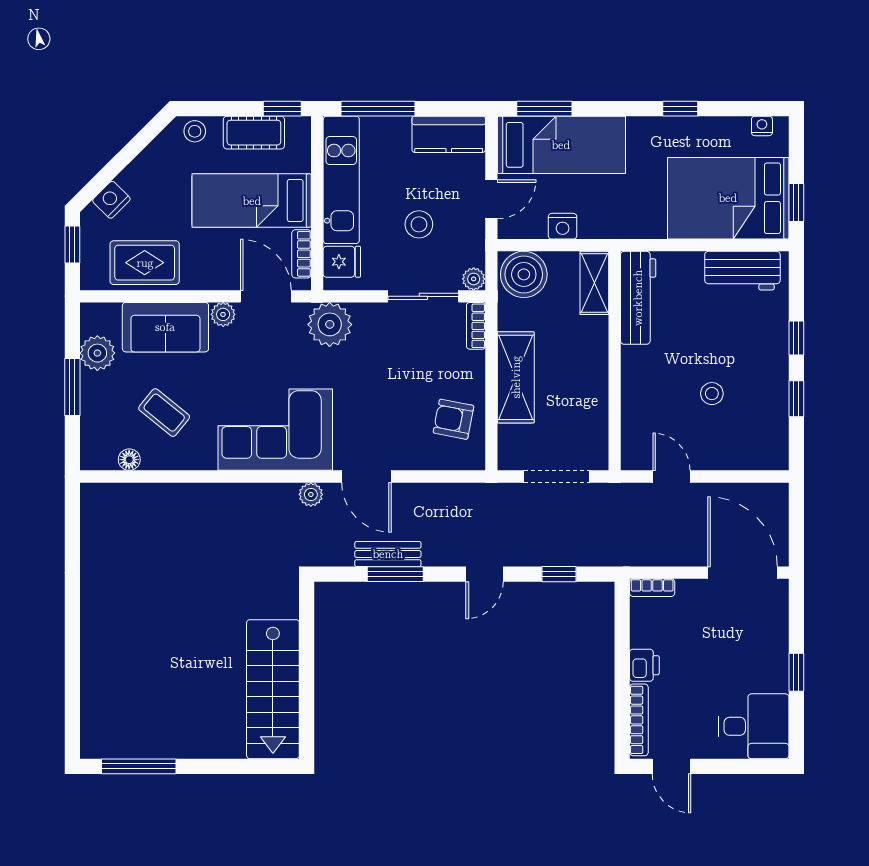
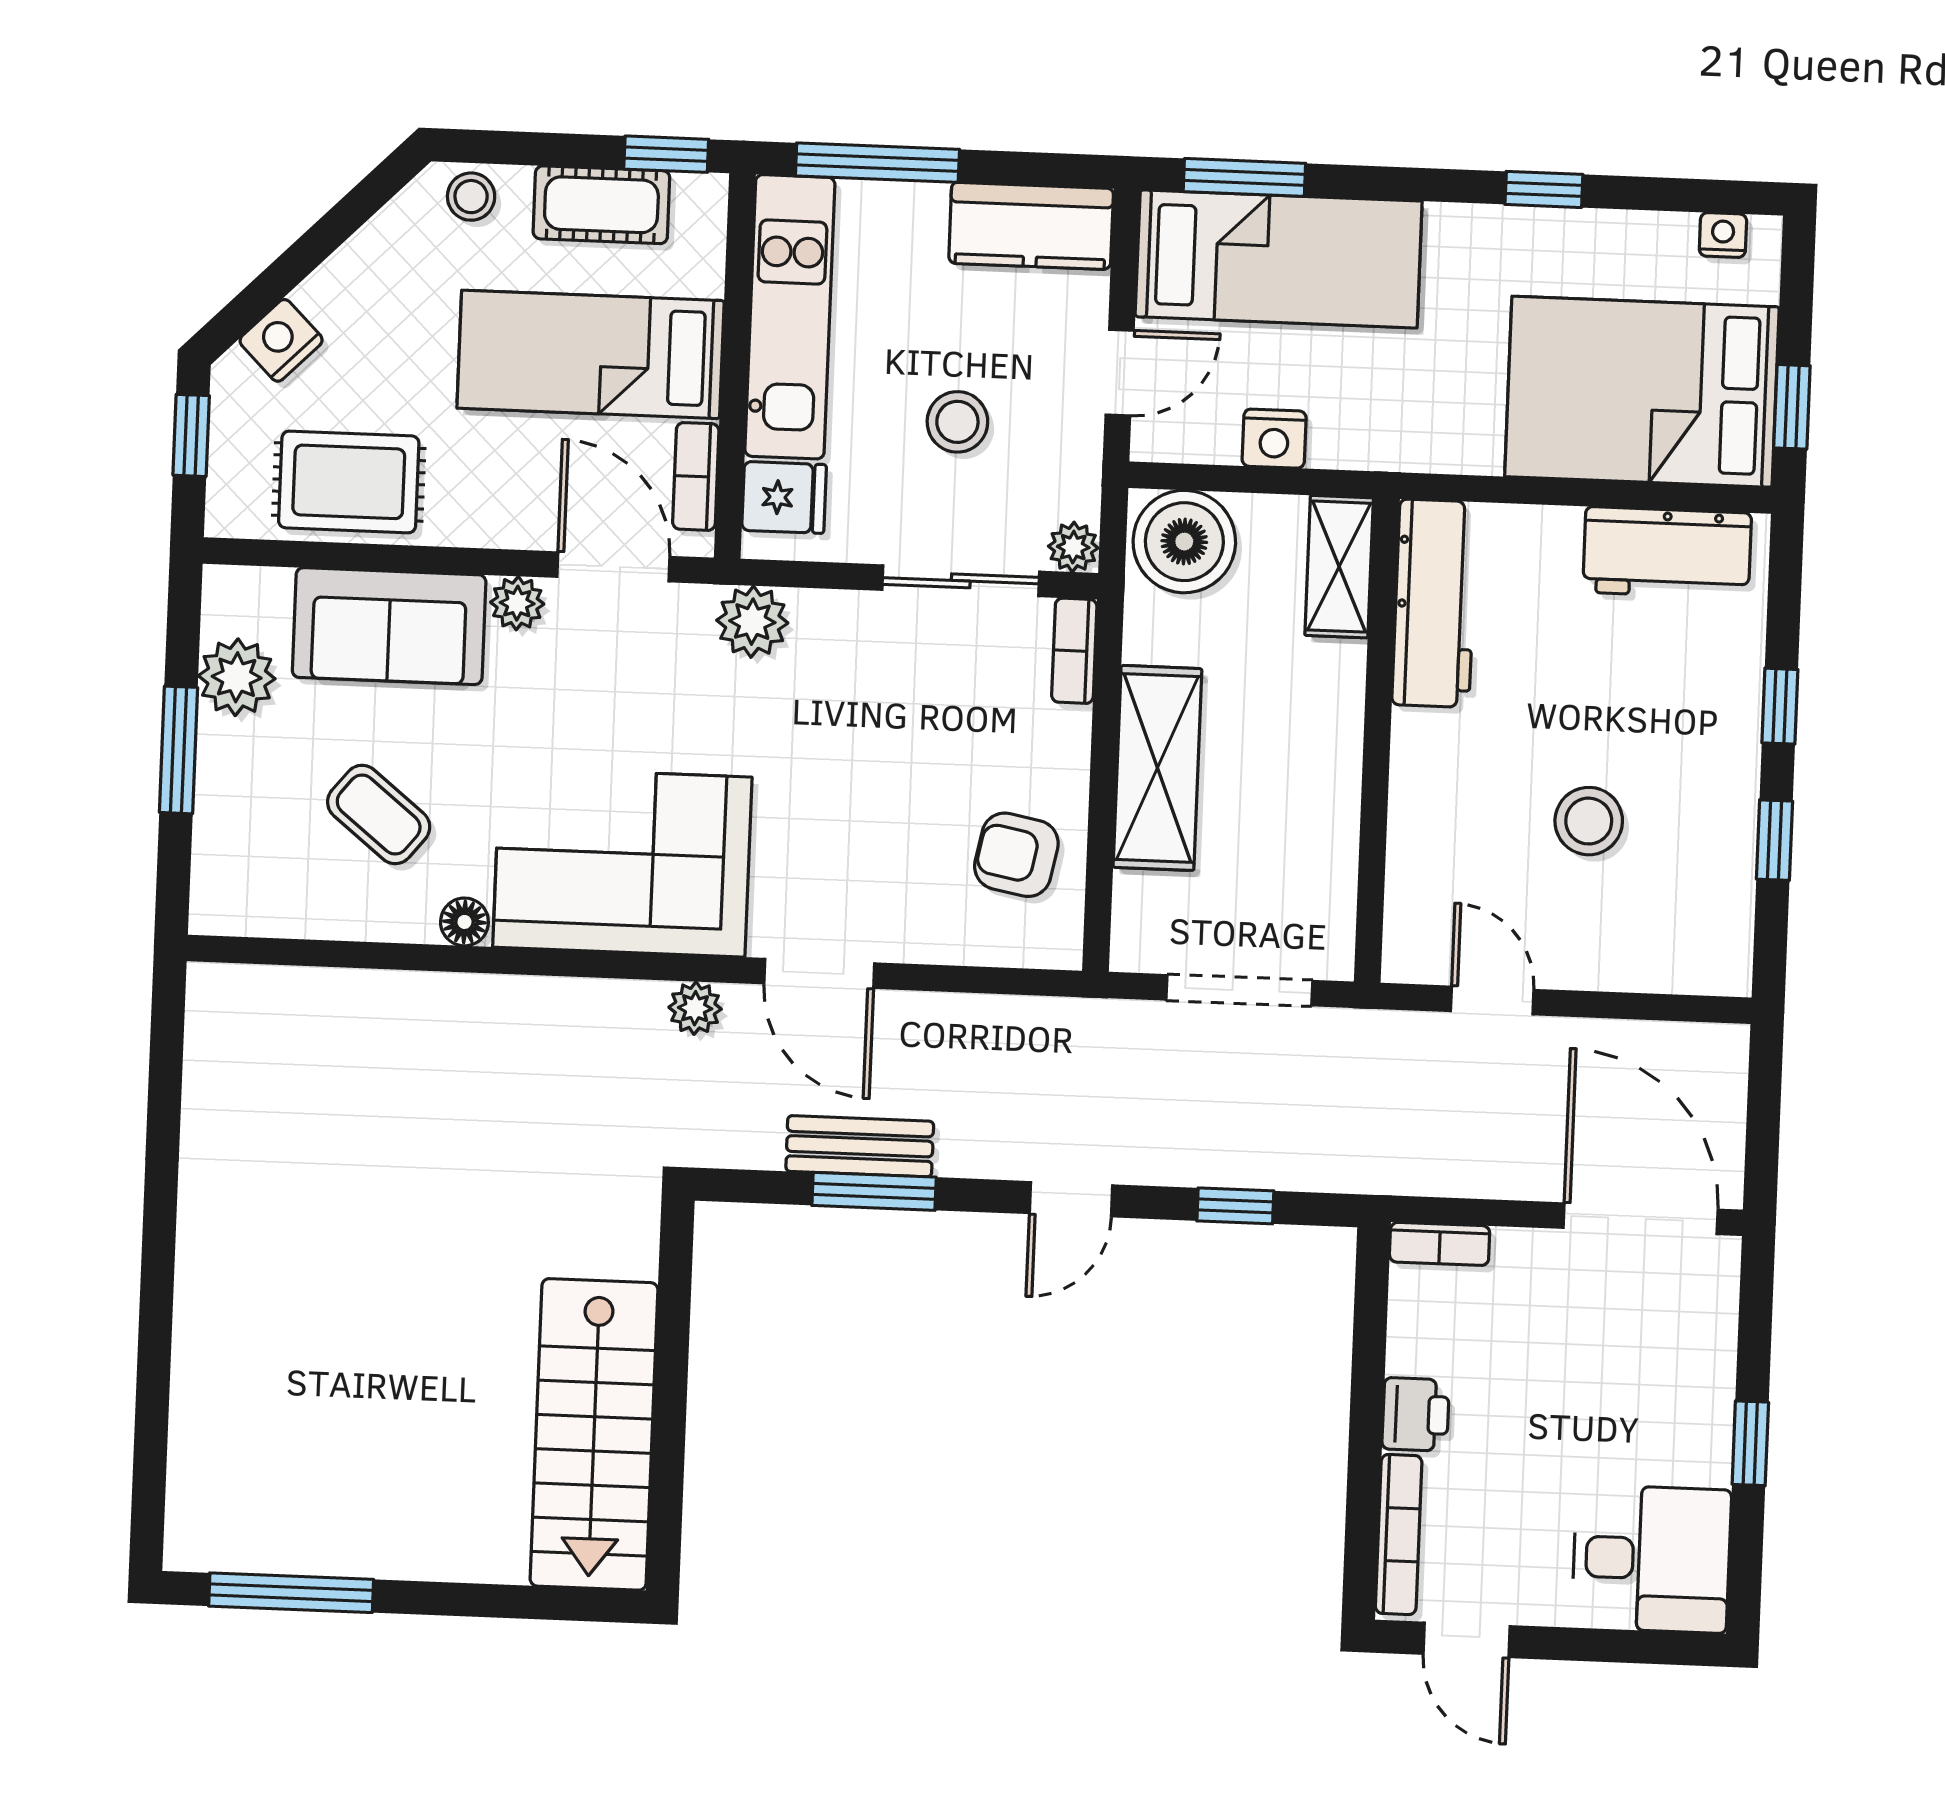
plant: (330, 324) -> (752, 622), width x0.73, depth x0.73
stool: (712, 394) -> (1589, 821), width x1.37, depth x1.37
floor lamp: (129, 460) -> (464, 922), moved

